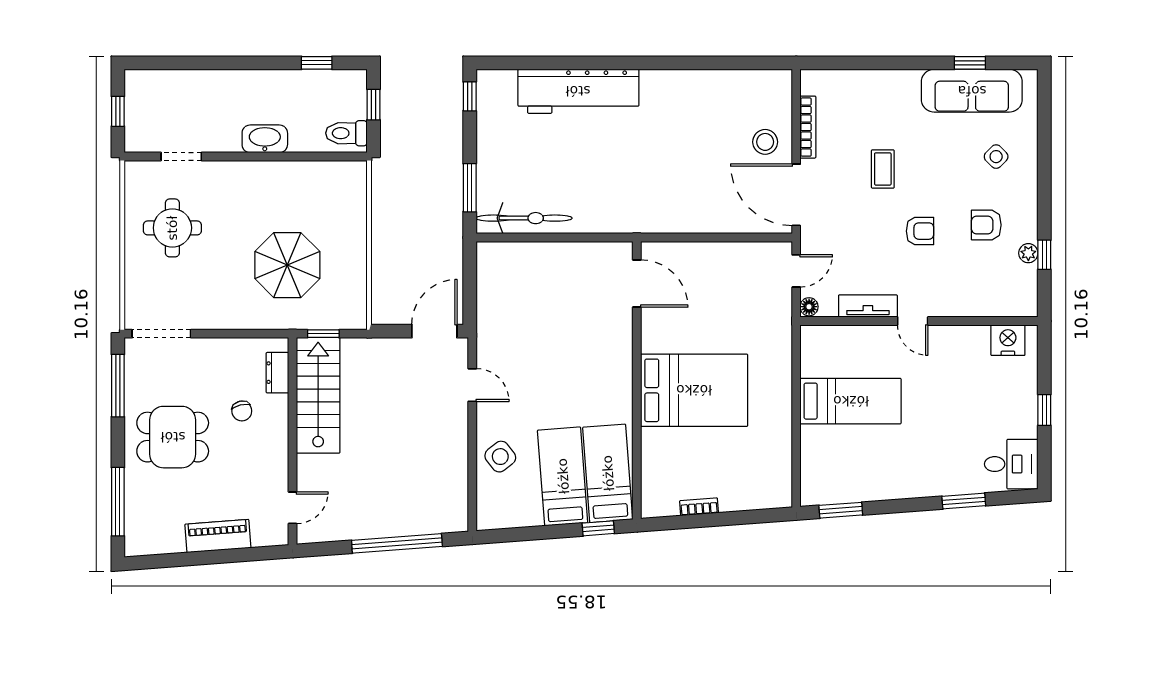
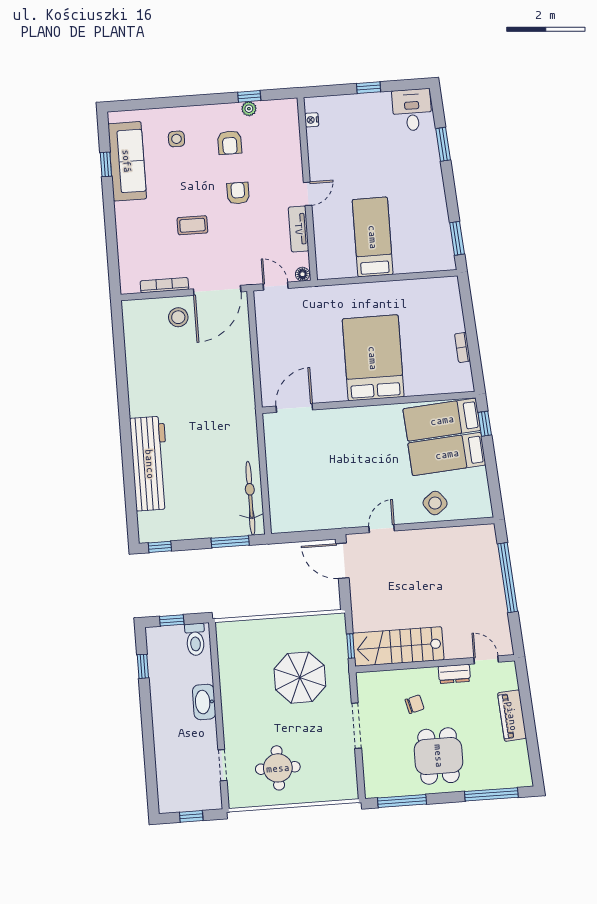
side table: (996, 157) -> (176, 139), turned 45
doorway: (161, 334) -> (356, 726), moved
nightstand: (1008, 340) -> (312, 120), width x0.53, depth x0.56
dresser: (277, 373) -> (454, 674), moved

